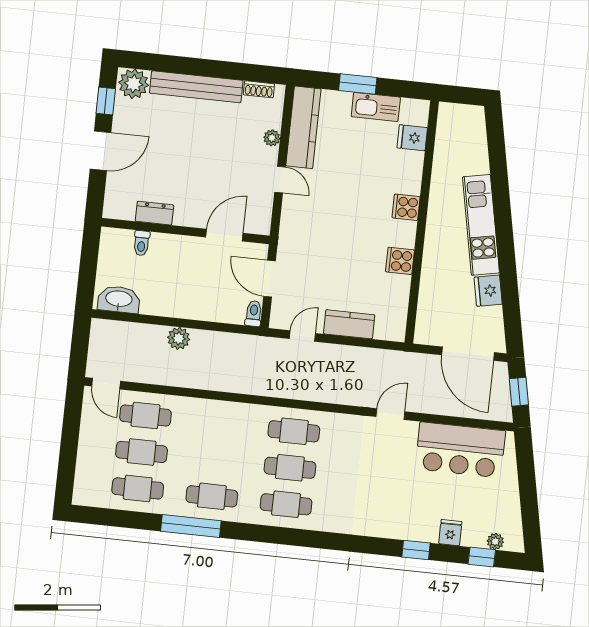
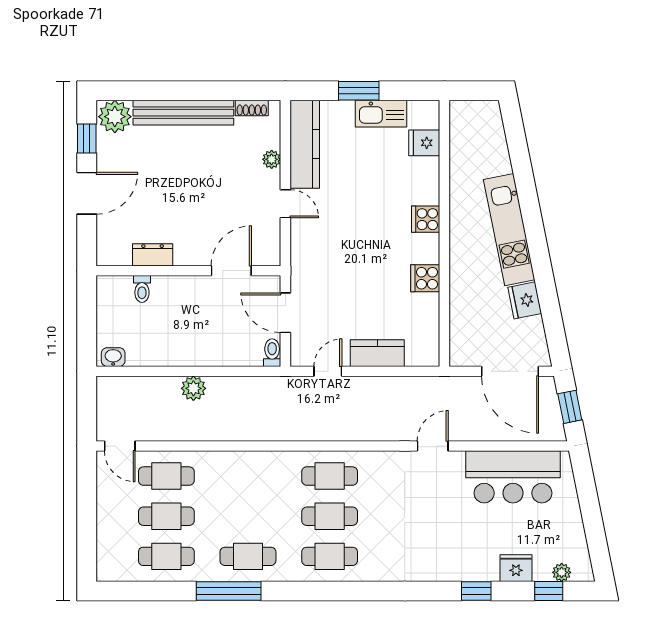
washbasin: (119, 299) -> (113, 357), width x0.52, depth x0.69
fridge: (450, 533) -> (516, 568), width x1.38

